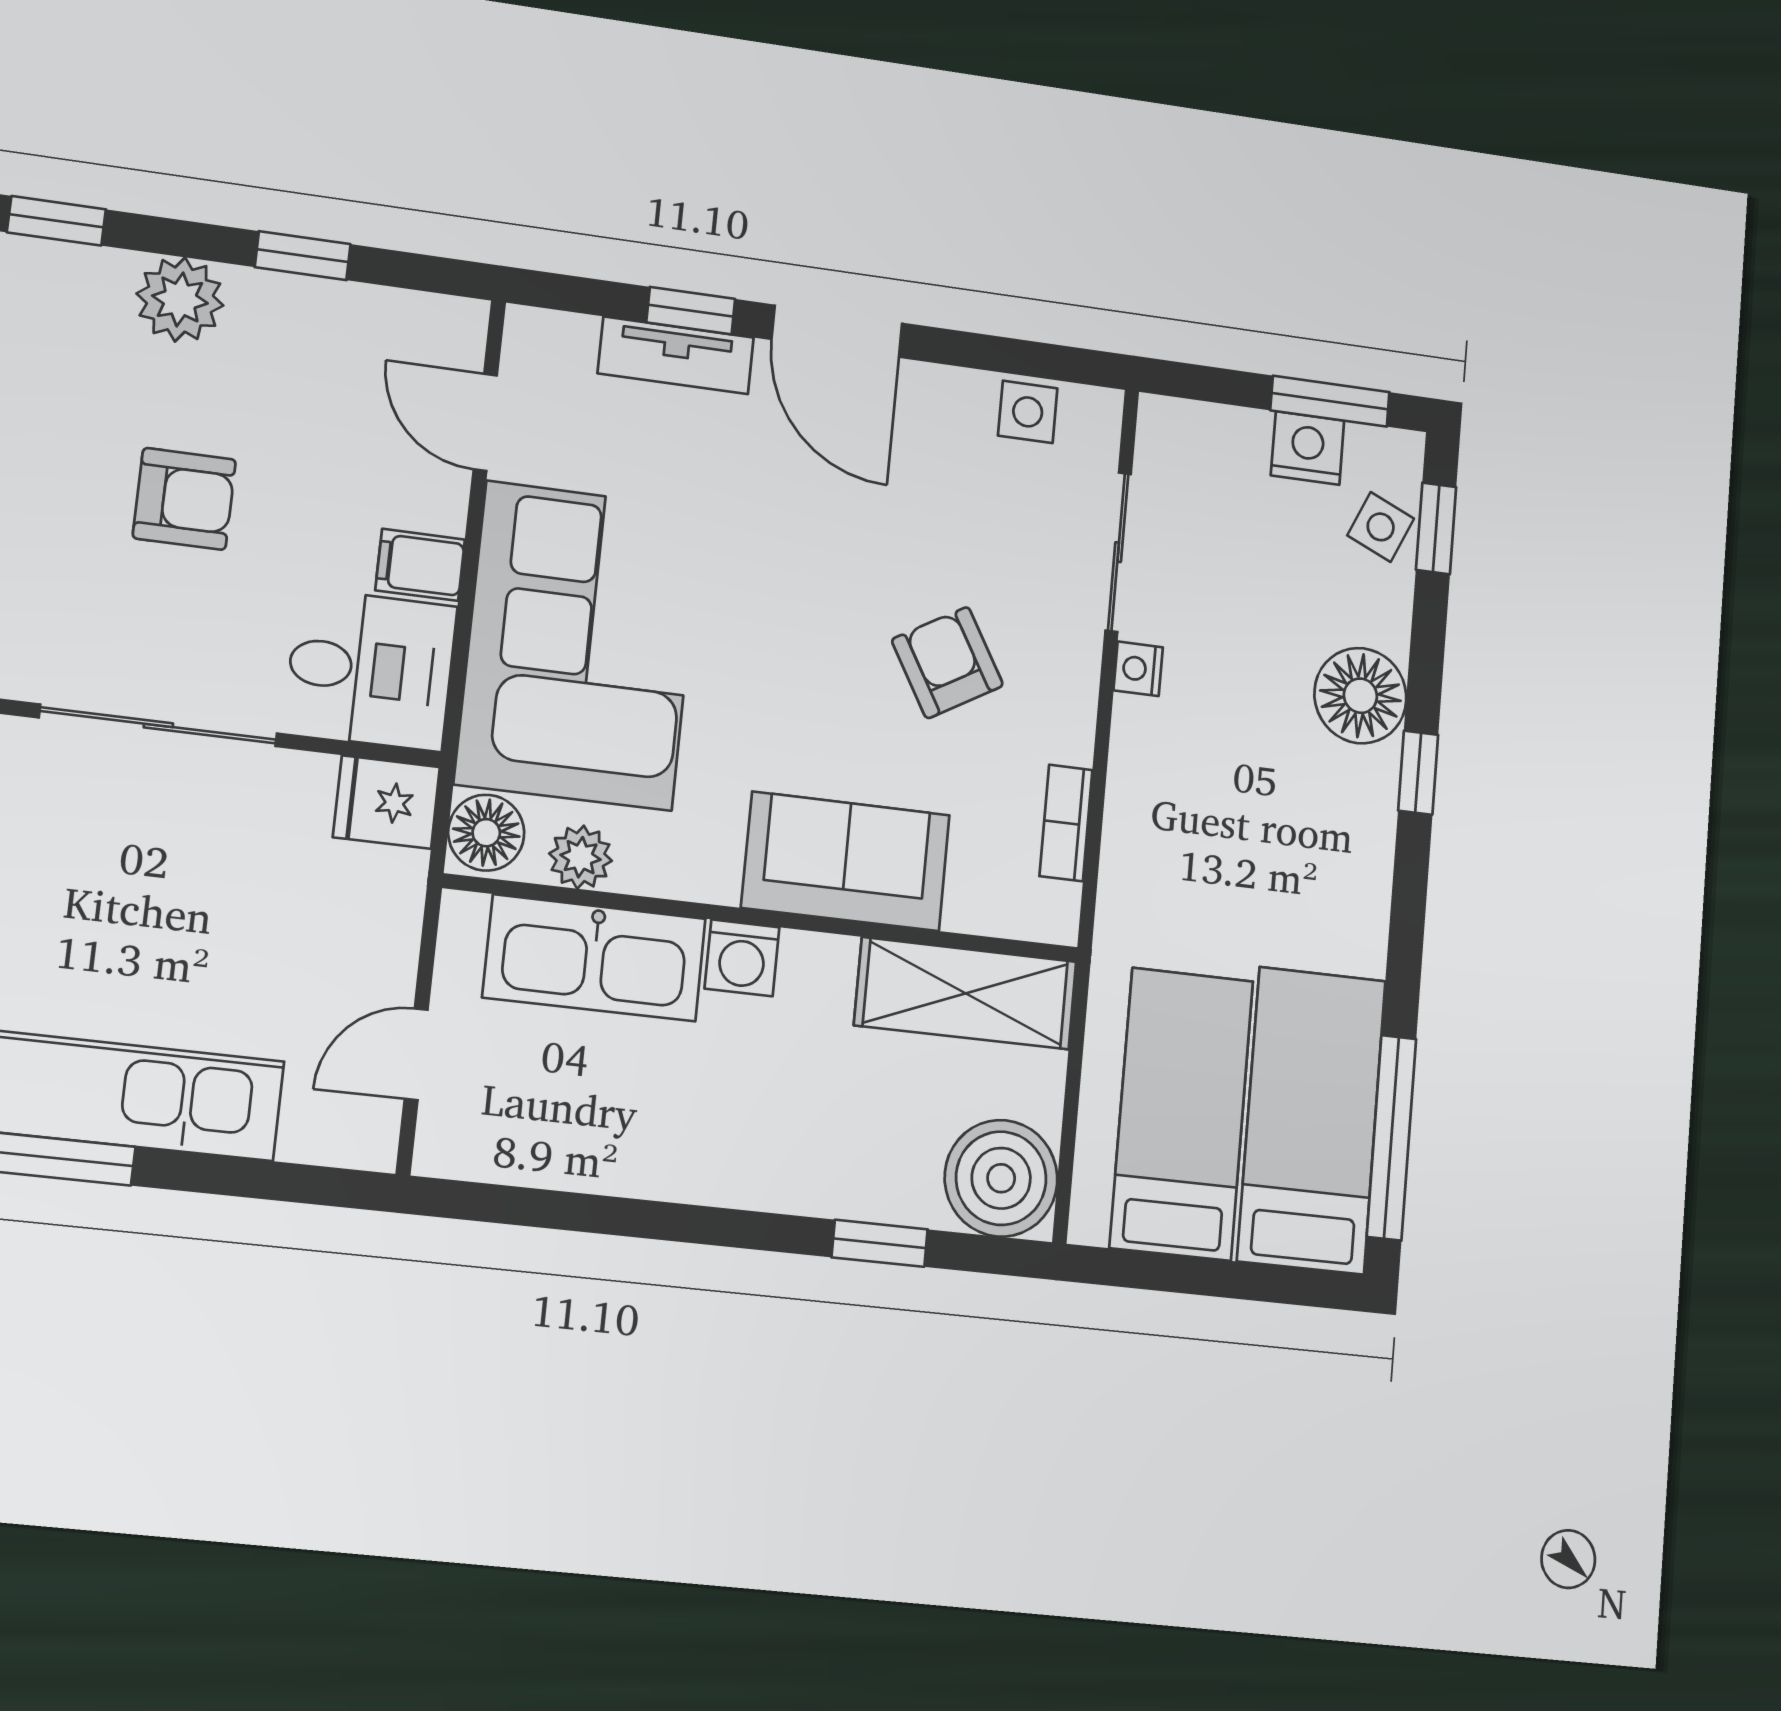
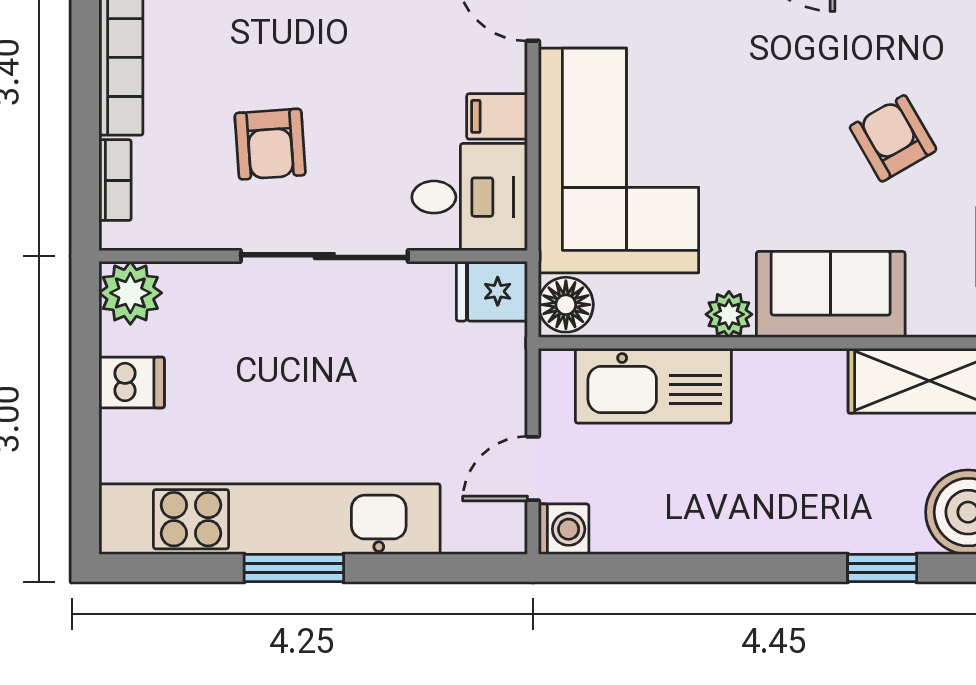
armchair: (184, 499) -> (270, 144), moved, turned 86
plant: (581, 857) -> (729, 314), moved
washing machine: (742, 958) -> (564, 529), moved, turned -90

